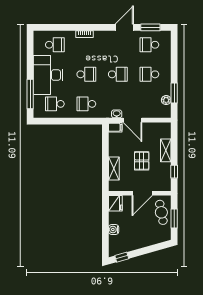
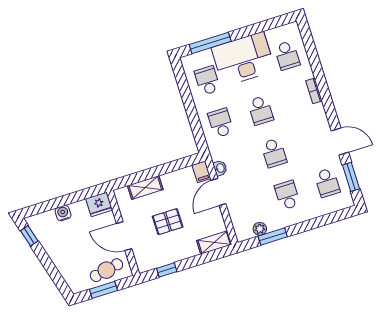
school desk: (149, 45) -> (327, 183), turned 180
shelving: (166, 150) -> (214, 243), moved

